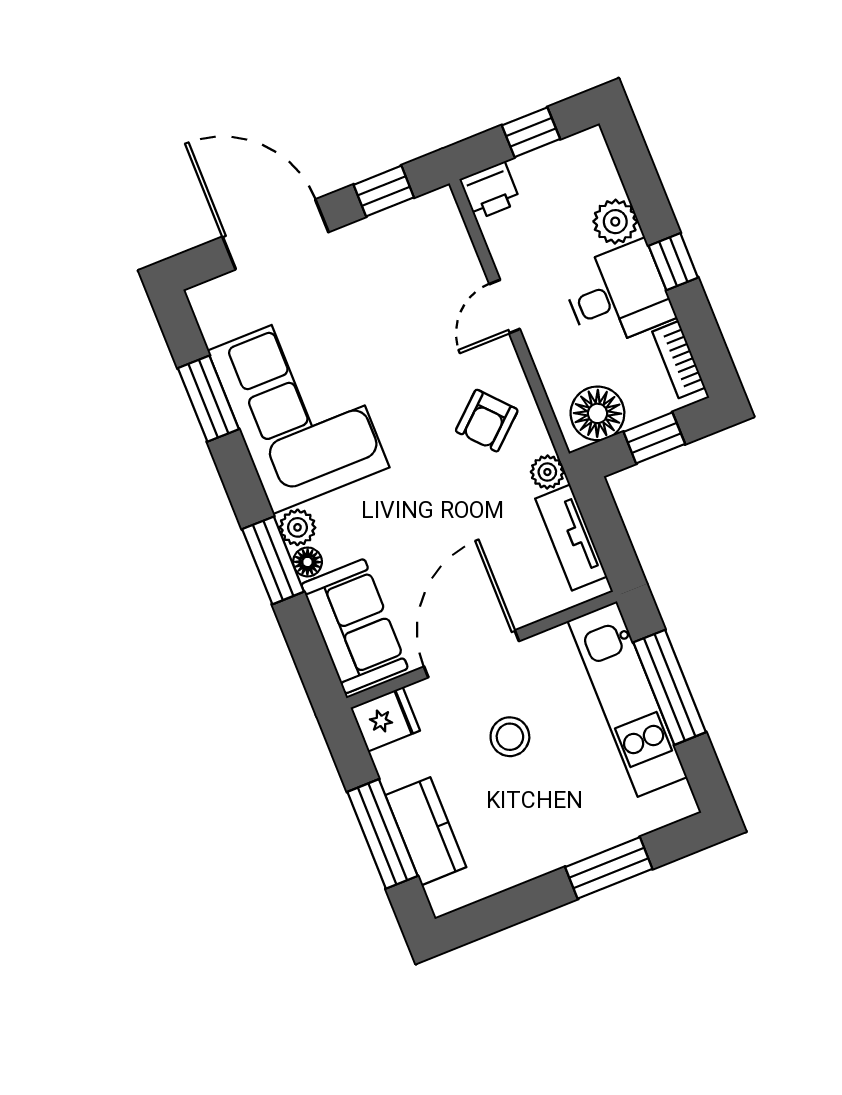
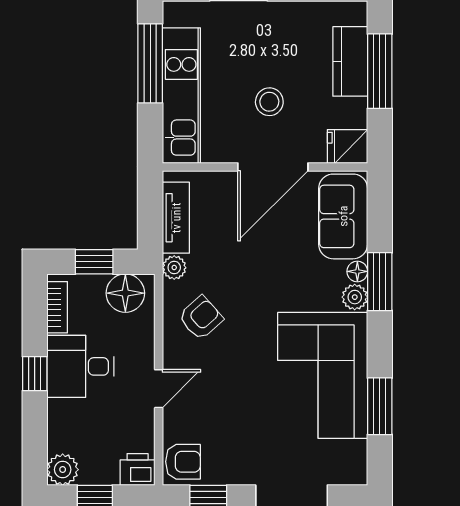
plant: (615, 222) -> (63, 470), moved
armchair: (435, 224) -> (183, 462), added
window: (670, 687) -> (150, 63), moved

